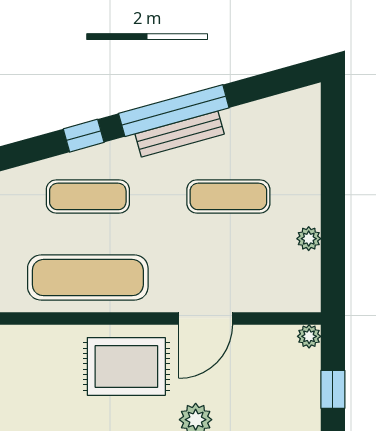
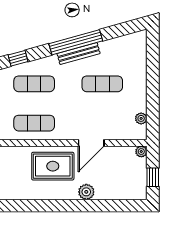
window: (84, 136) -> (18, 58), moved
plant: (309, 239) -> (141, 118), moved
exercise mat: (88, 278) -> (34, 123), width x0.73, depth x0.69

